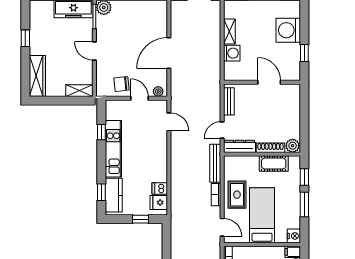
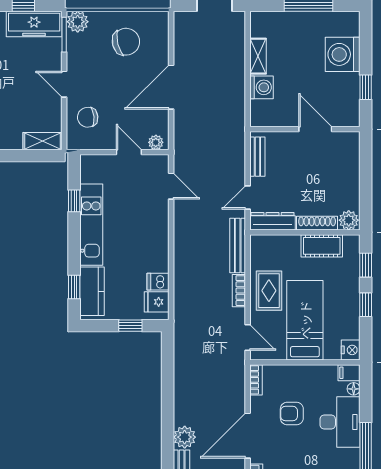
chair: (137, 21) -> (126, 42), added
chair: (122, 84) -> (88, 117), moved
window: (304, 205) -> (366, 305), width x0.67

